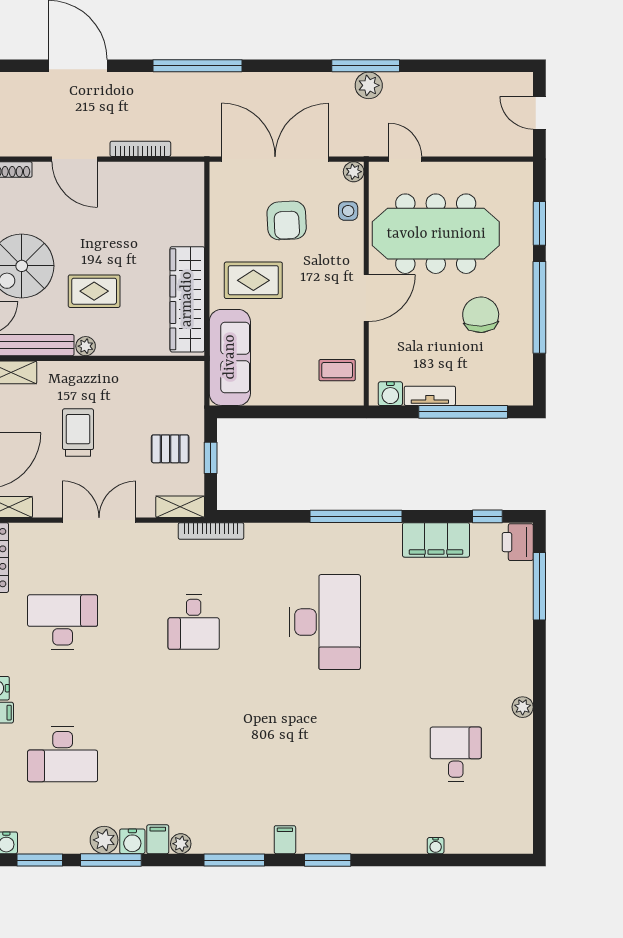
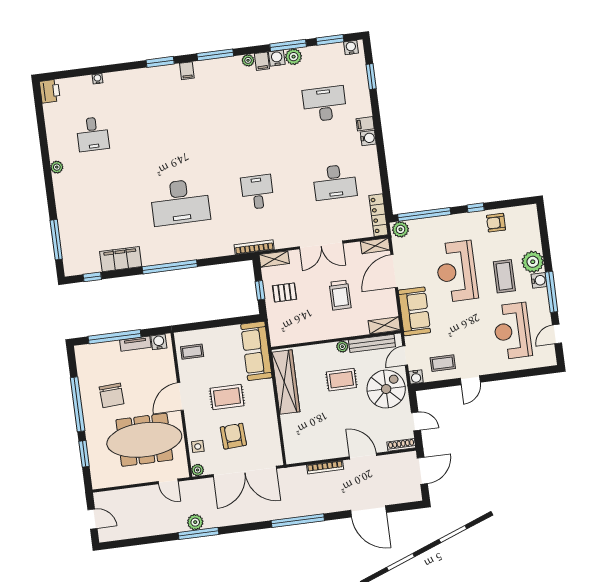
rug: (253, 280) -> (227, 397), moved
printer: (518, 542) -> (50, 91), moved
desk: (325, 622) -> (180, 202), turned -90

